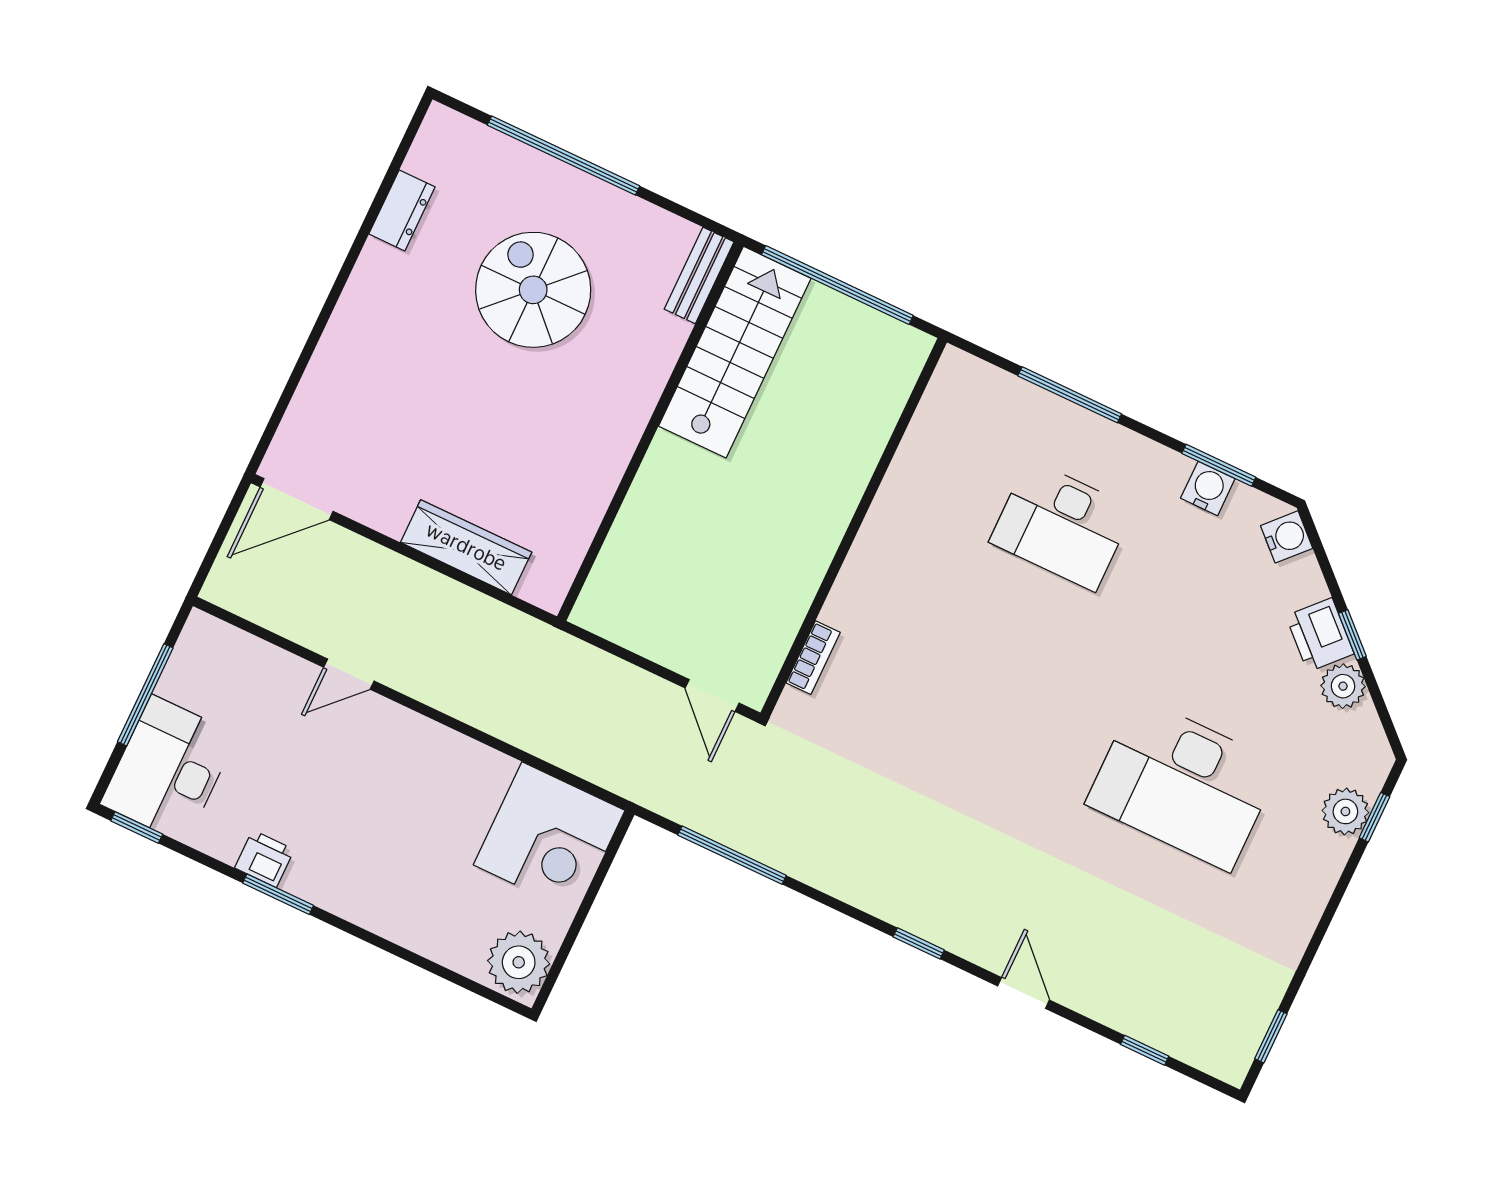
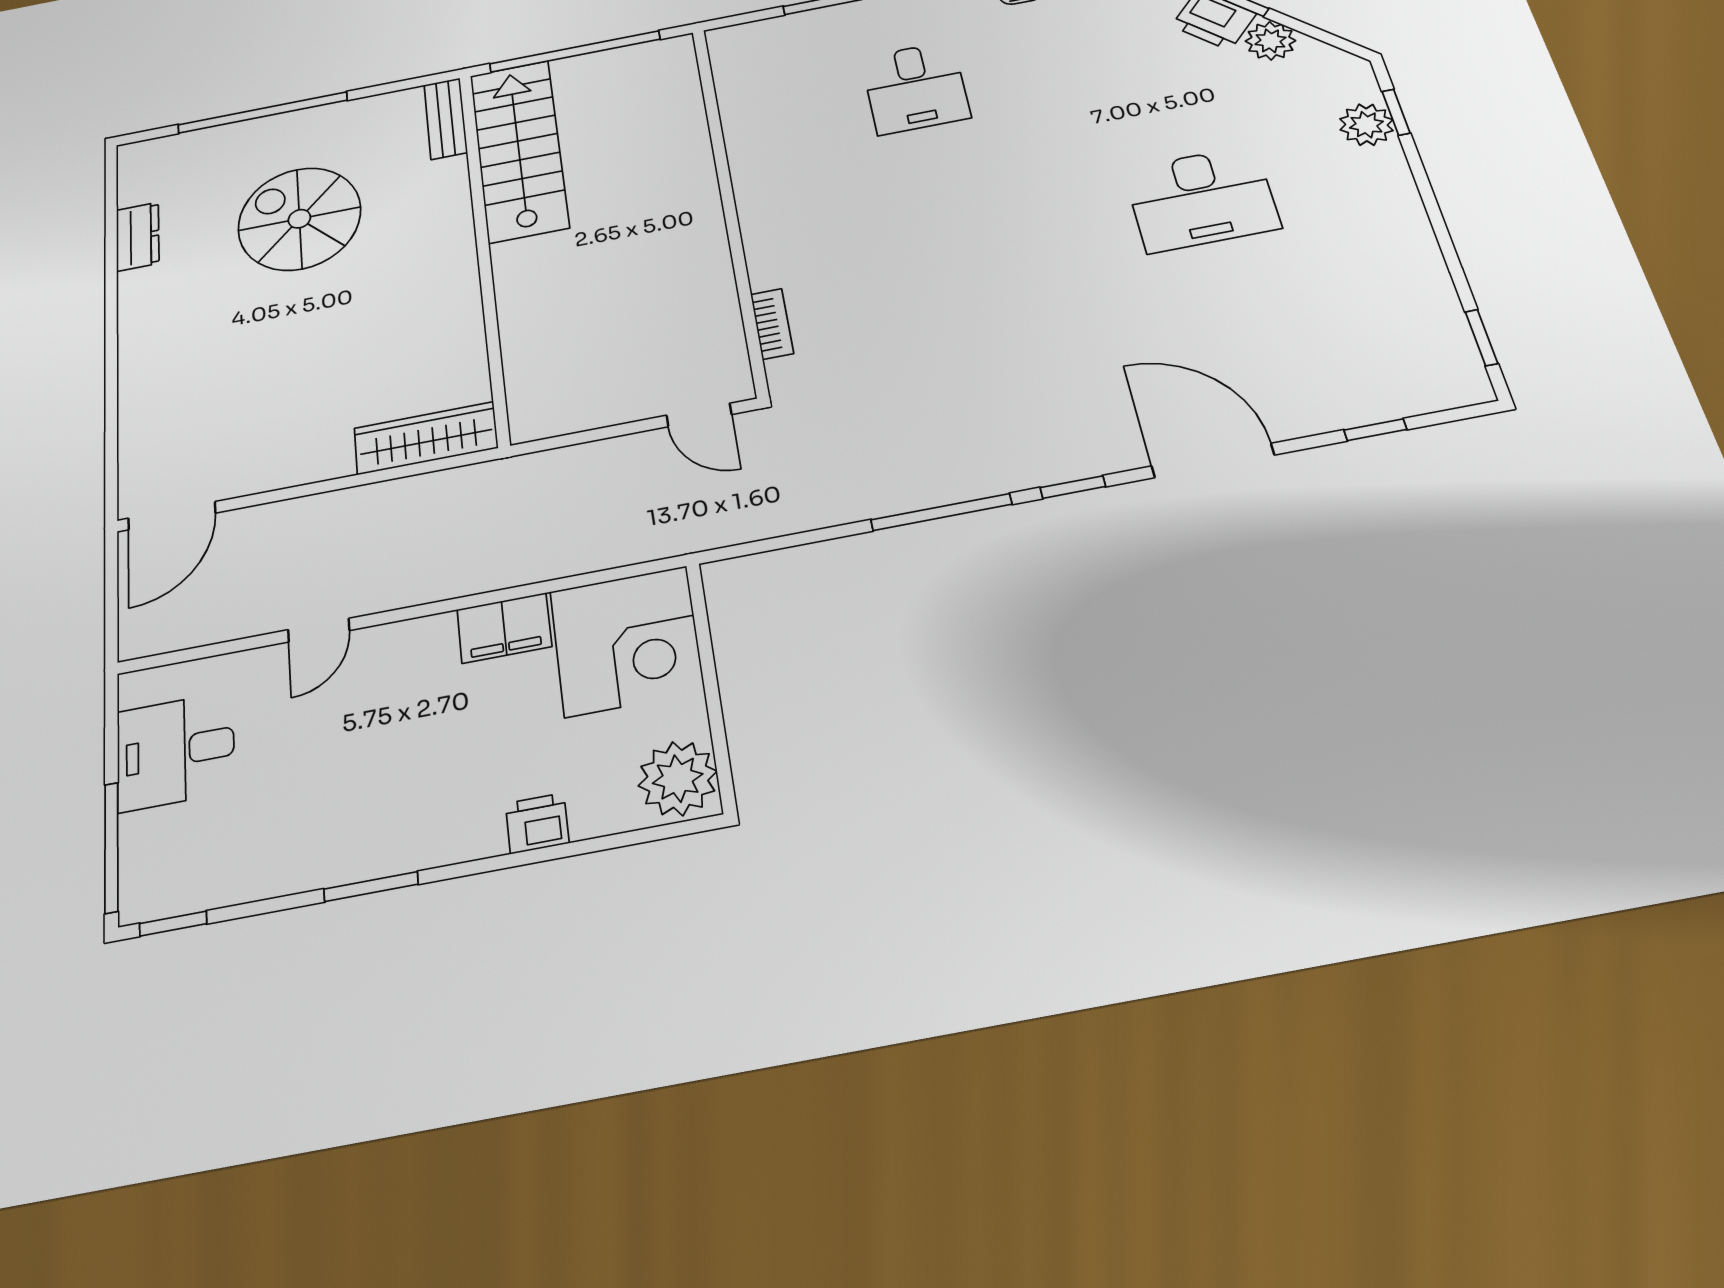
desk: (1062, 525) -> (915, 88), width x0.73
wardrobe: (466, 547) -> (426, 438), moved
window: (145, 695) -> (111, 847), moved
filing cabinet: (475, 767) -> (504, 628), added
desk: (169, 769) -> (176, 751), moved, width x0.73
desk: (1183, 784) -> (1201, 199), width x0.73, depth x0.77
window: (732, 855) -> (941, 512), moved
printer: (264, 859) -> (537, 823), moved
door: (1024, 993) -> (1213, 461), width x1.88

